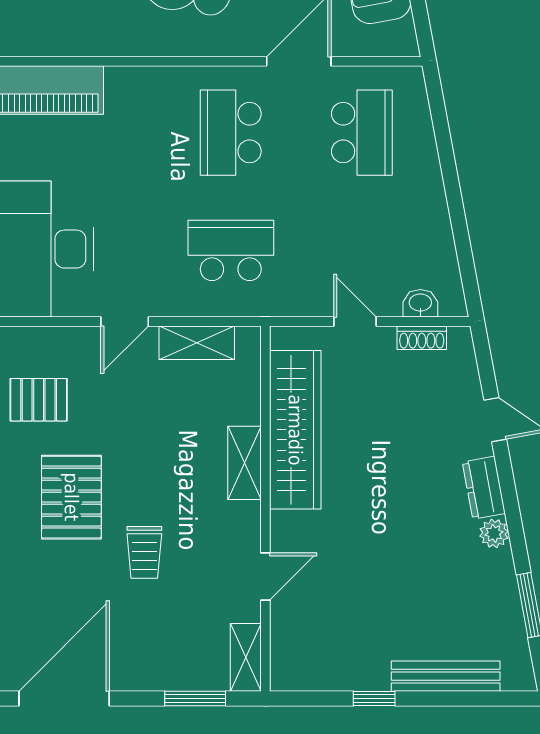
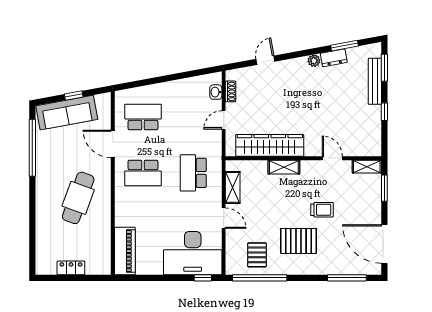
dresser: (484, 488) -> (334, 58), moved
window: (477, 698) -> (384, 68), added

